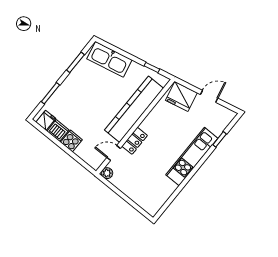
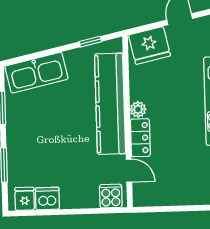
cooker: (71, 141) -> (111, 196), moved
door: (114, 153) -> (129, 171), swing flipped
plant: (107, 173) -> (138, 109), moved

